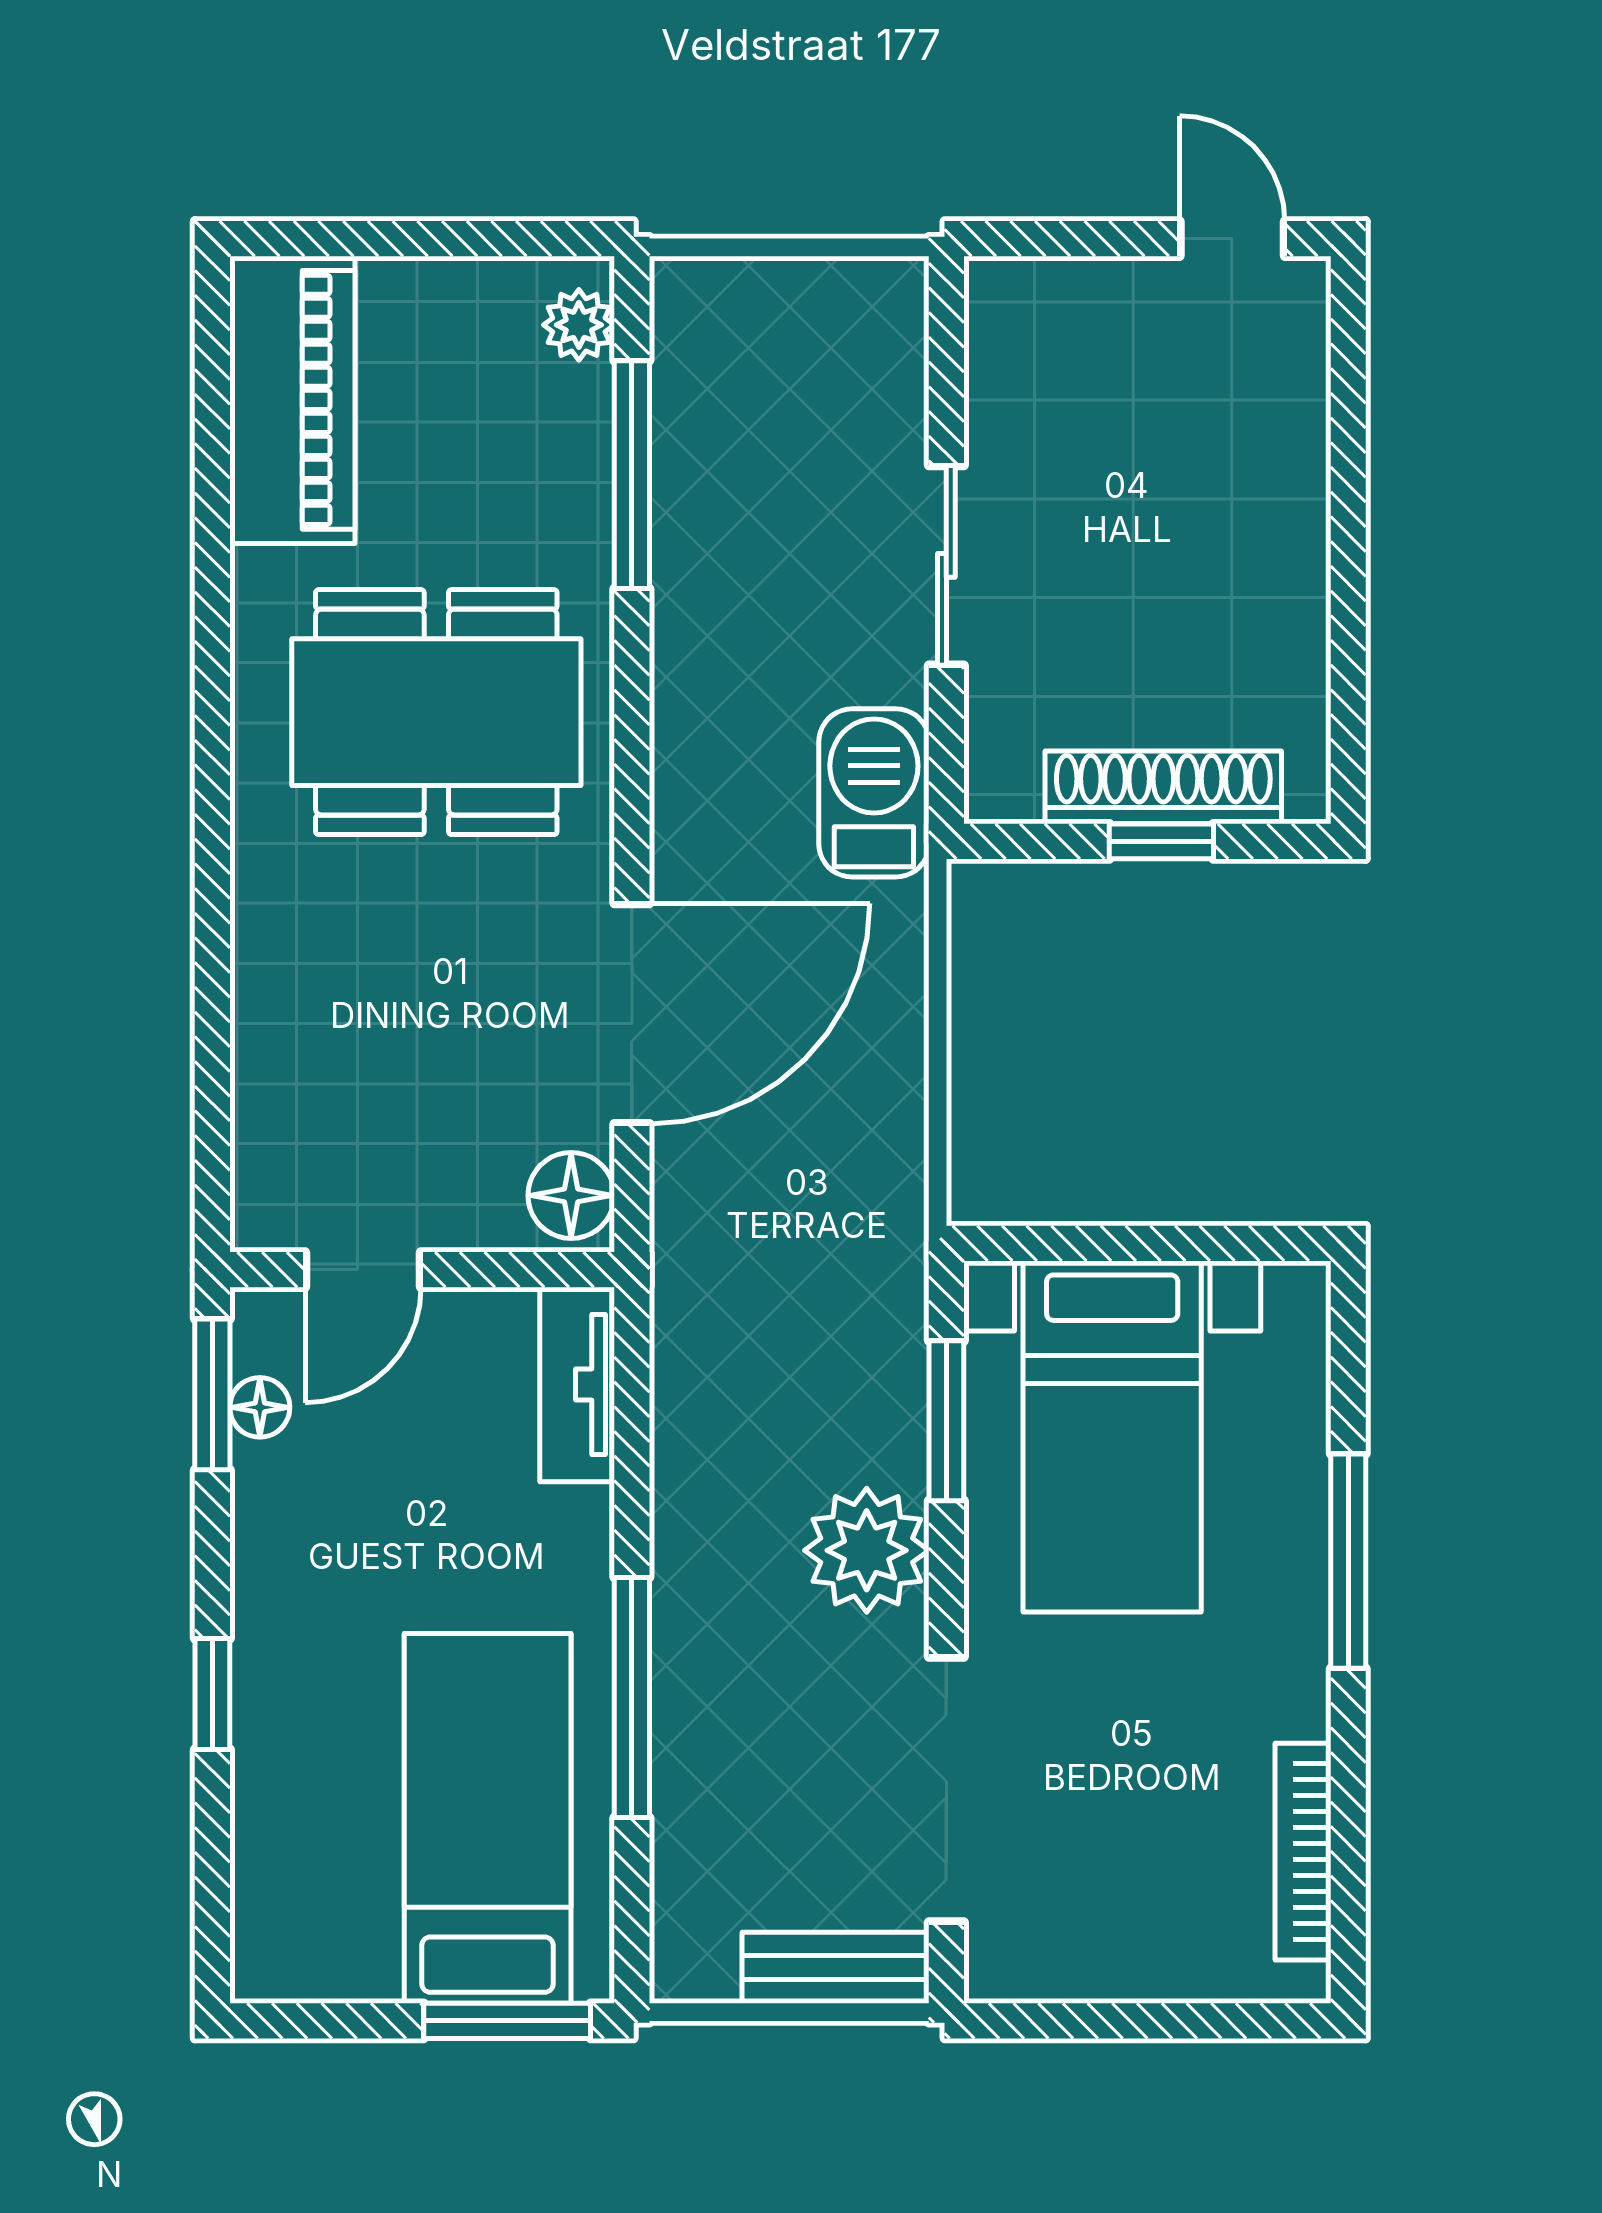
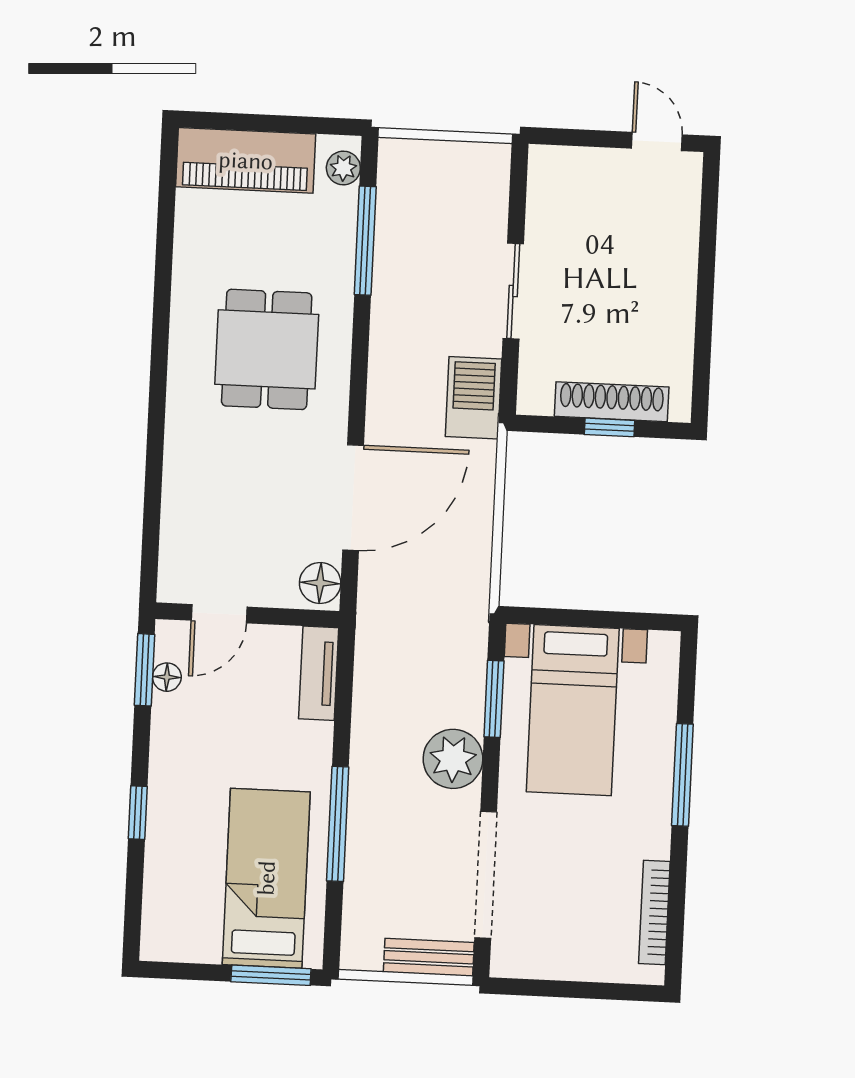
piano: (292, 400) -> (246, 160), moved, turned 90
dining table: (436, 712) -> (267, 349), width x0.73

